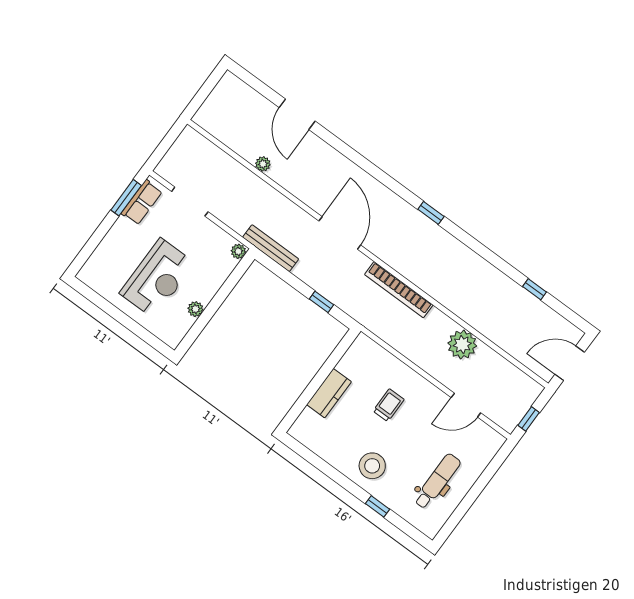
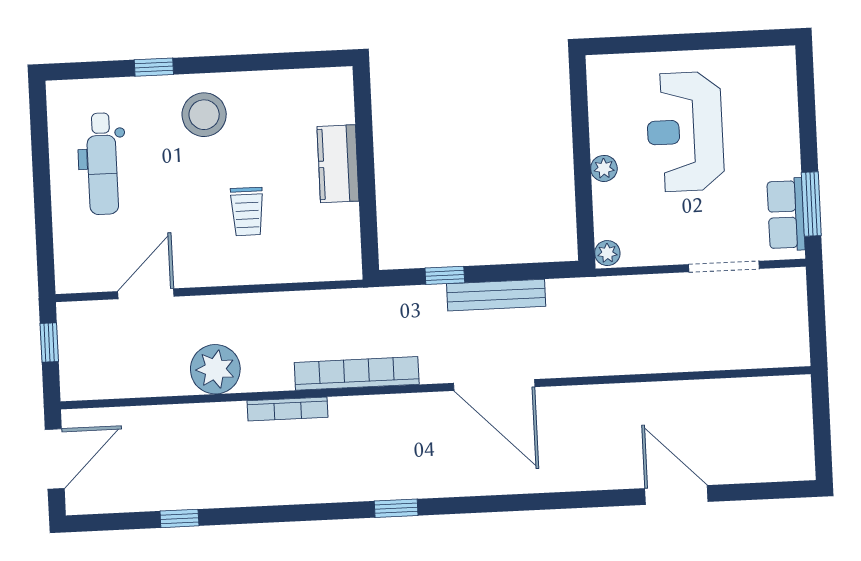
plant: (263, 164) -> (668, 394), removed
bench: (271, 248) -> (496, 295), moved
bookcase: (444, 299) -> (288, 409), added
plant: (195, 309) -> (604, 168), moved

